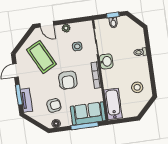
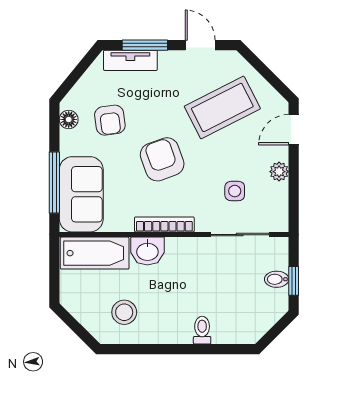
washbasin: (106, 61) -> (147, 251), moved
armchair: (68, 80) -> (162, 159), turned 70

